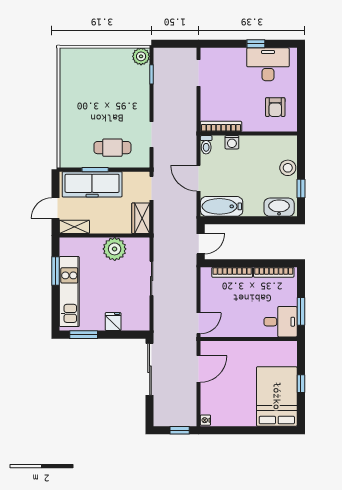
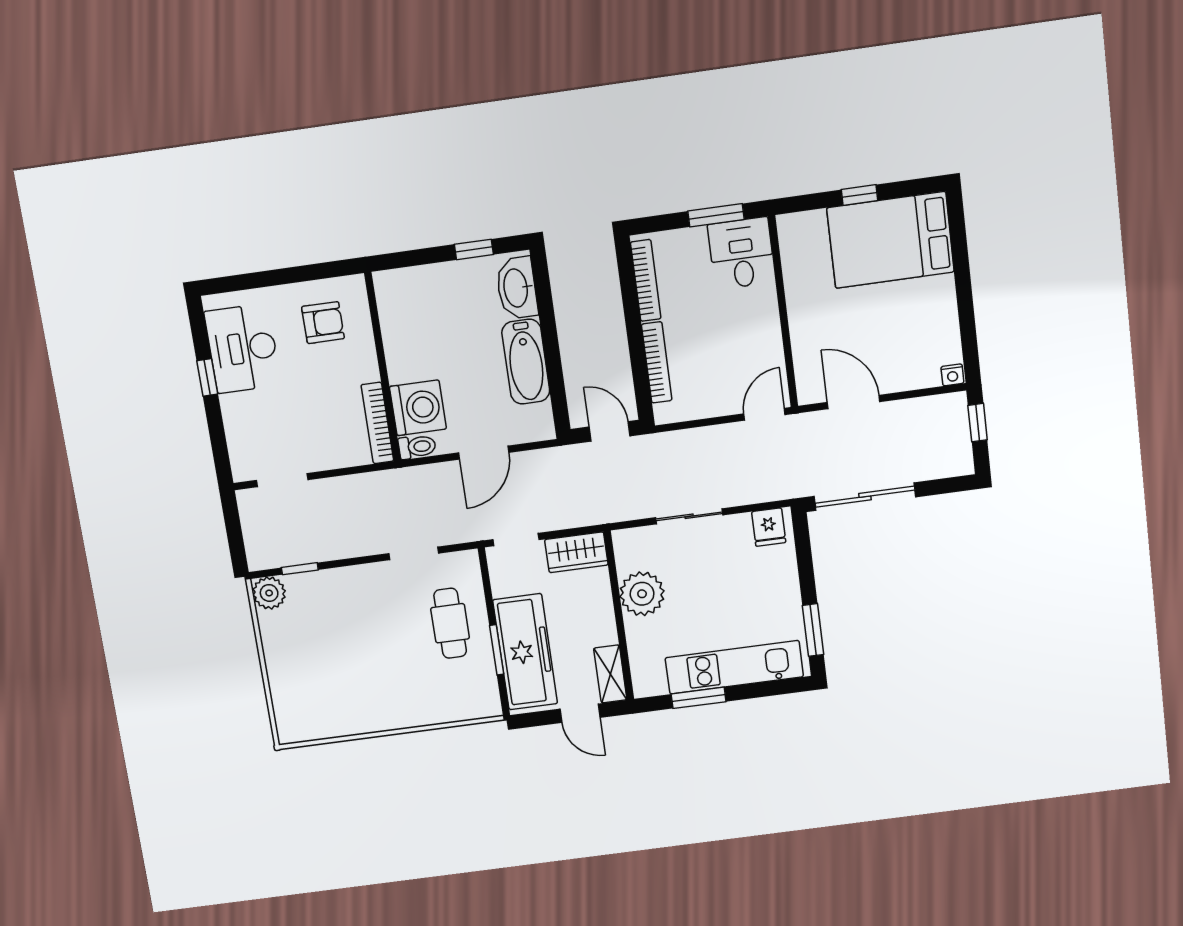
washing machine: (232, 142) -> (418, 408), width x1.89, depth x1.89
stool: (288, 168) -> (437, 281), removed
bathtub: (222, 206) -> (526, 362), moved
fridge: (113, 322) -> (769, 527), moved, turned -90
door: (199, 323) -> (764, 414), hinge flipped

